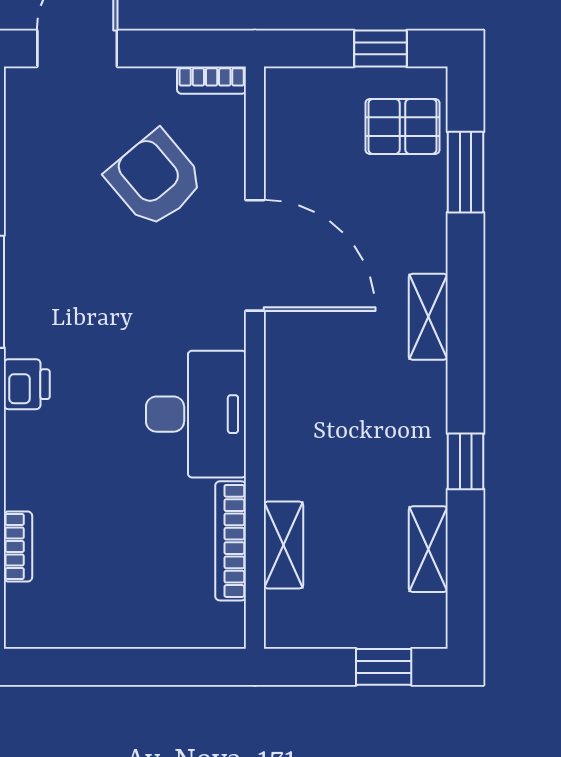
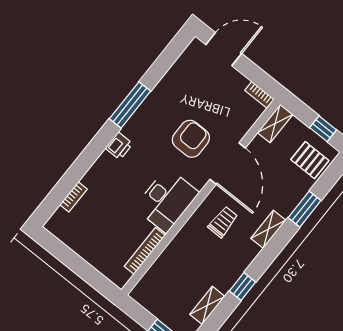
window: (466, 172) -> (305, 209), moved
armchair: (155, 179) -> (191, 139), moved, turned 40
trolley: (333, 371) -> (223, 222), added
shelving: (284, 545) -> (275, 124), moved

